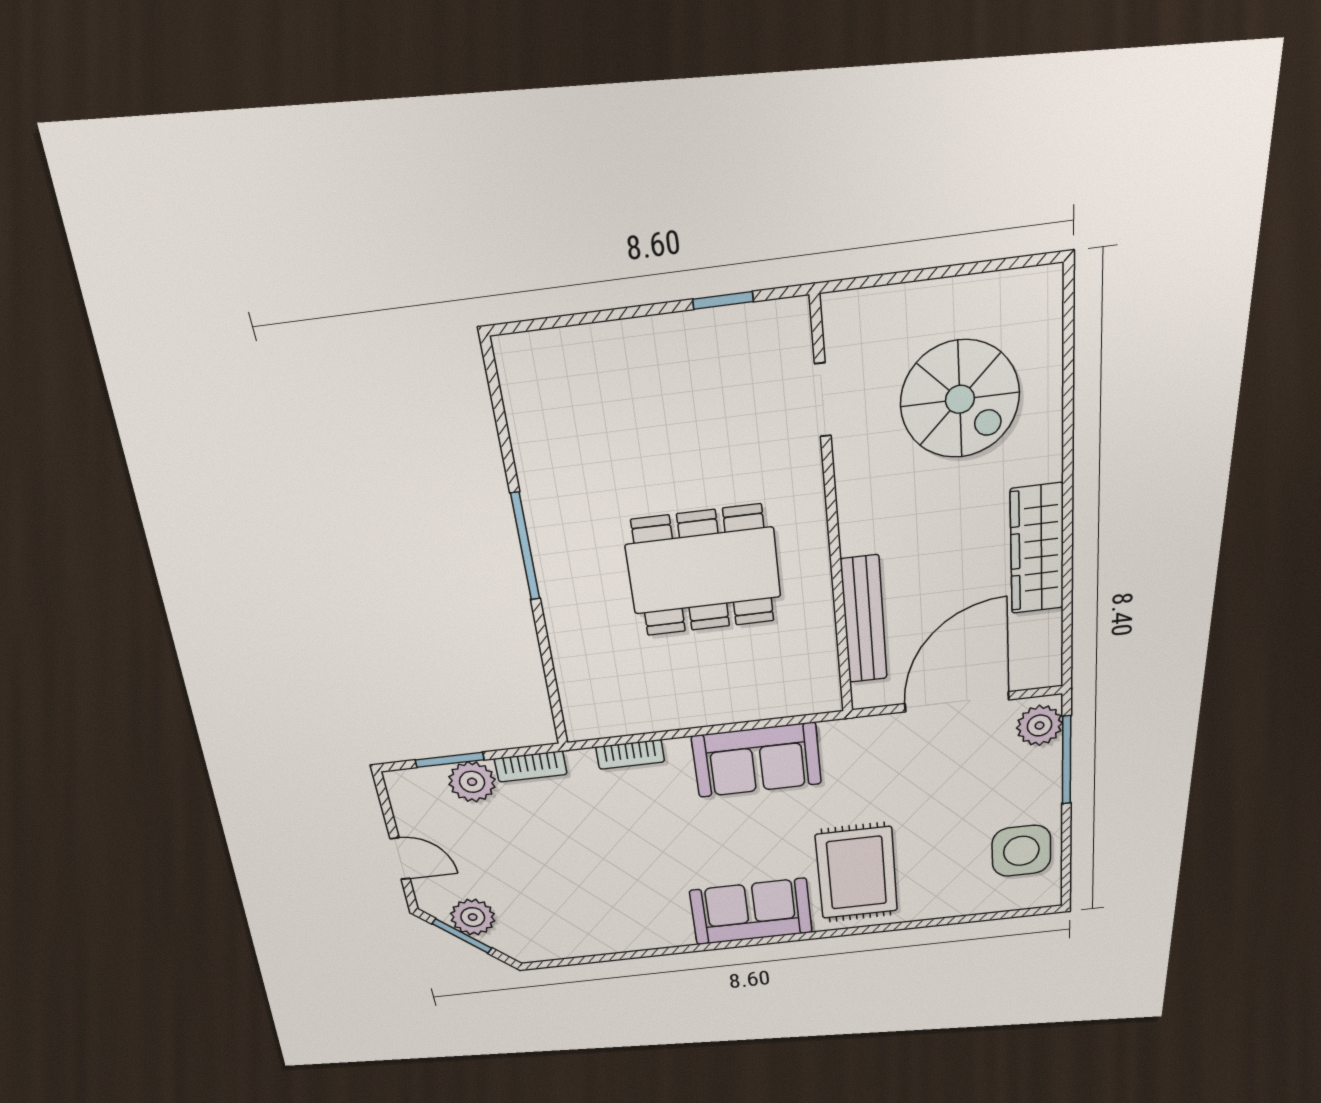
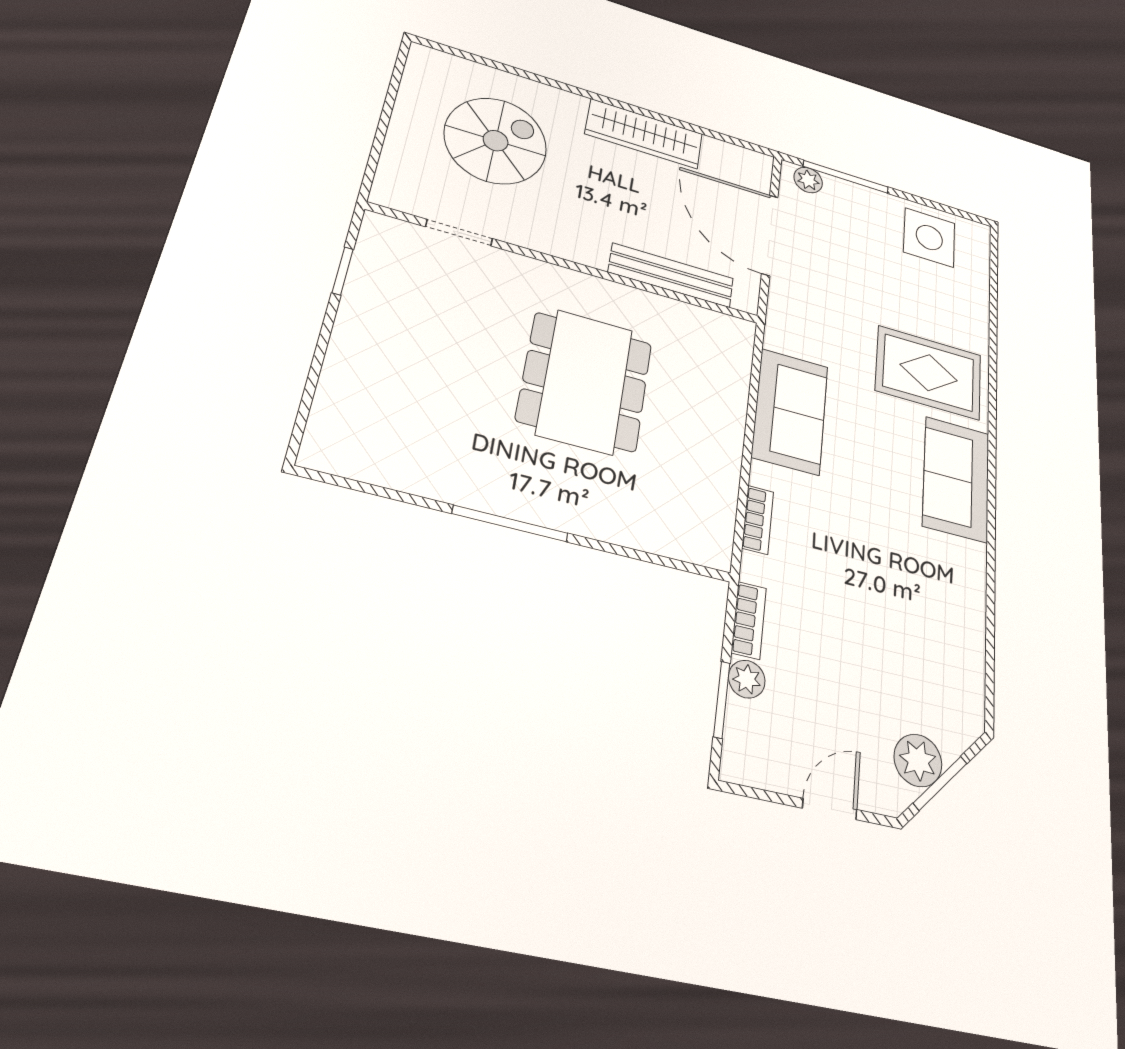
plant: (1039, 725) -> (808, 180), width x0.73, depth x0.73
plant: (472, 782) -> (747, 679), width x0.73, depth x0.73

